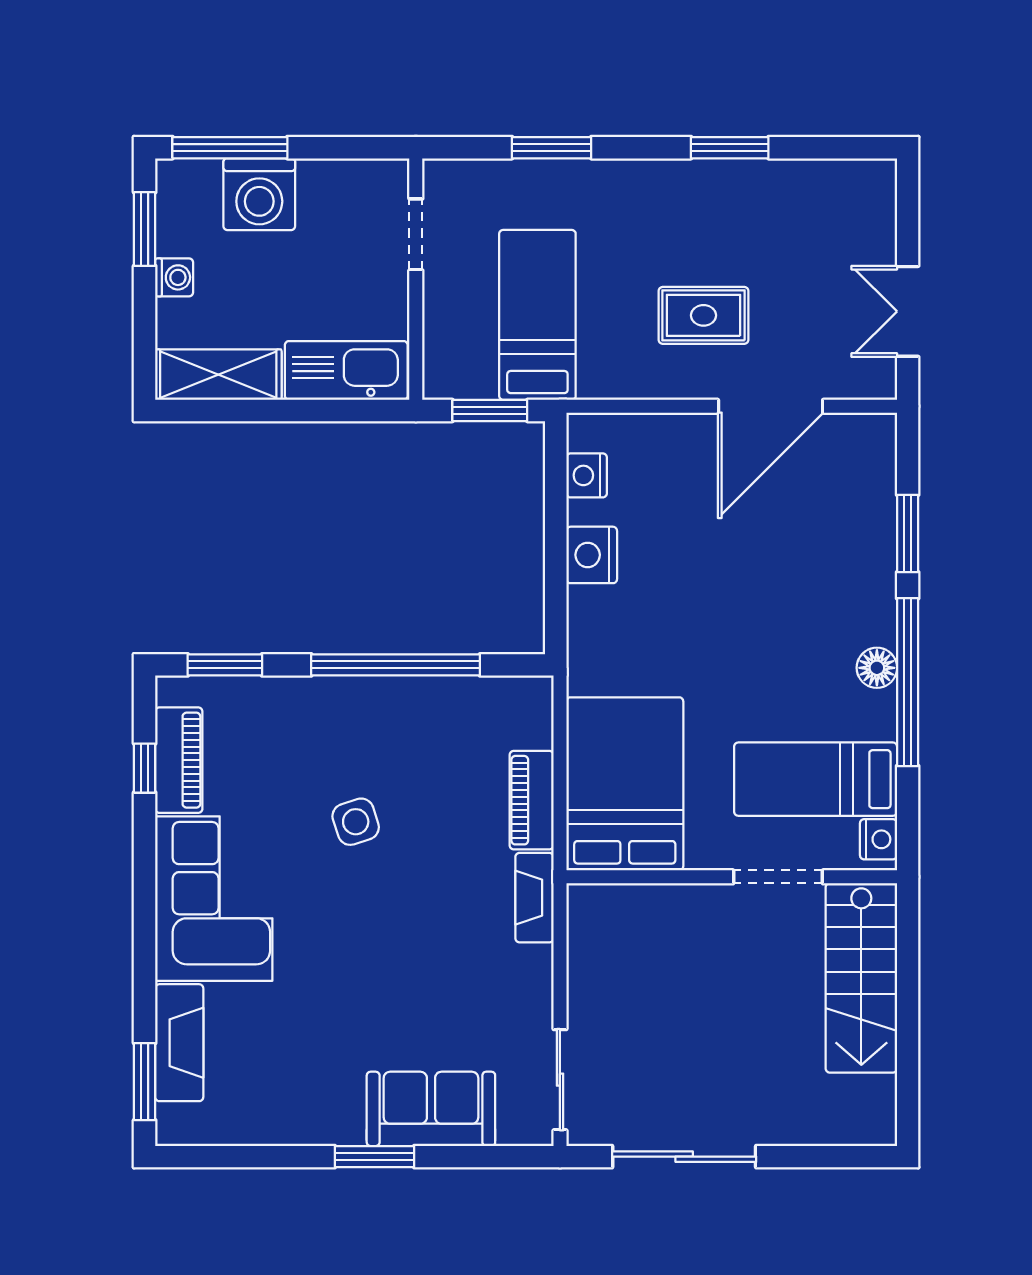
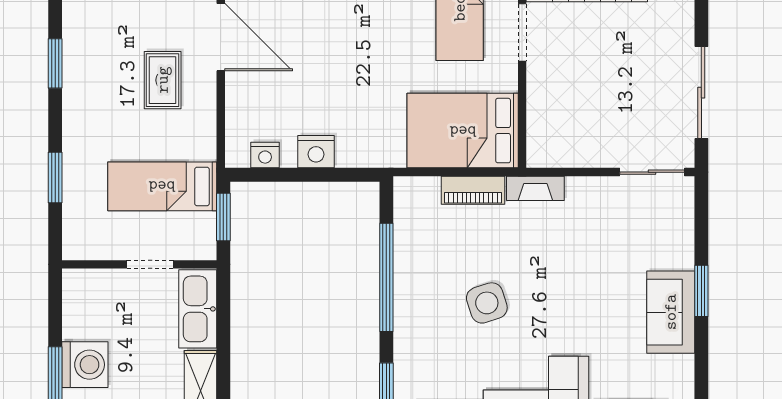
doorway: (416, 234) -> (150, 264), moved
side table: (356, 822) -> (487, 303), width x1.37, depth x1.37
sofa: (431, 1109) -> (671, 312), moved

